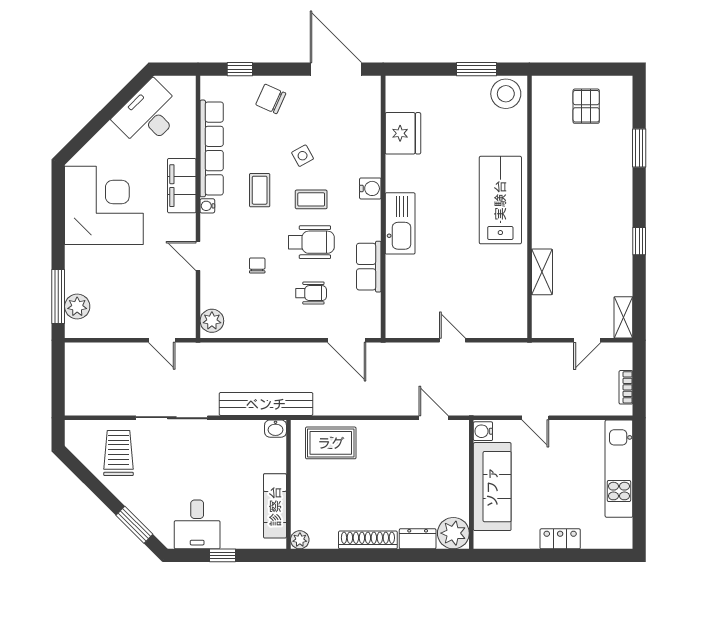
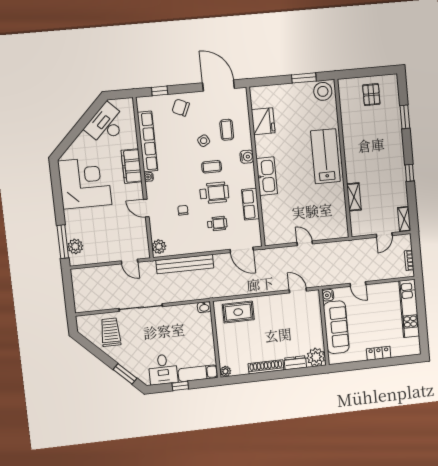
coffee table: (260, 190) -> (227, 130), moved
bench: (266, 404) -> (185, 264), moved
exam couch: (275, 506) -> (198, 373), moved, turned 90

